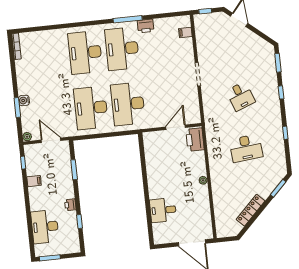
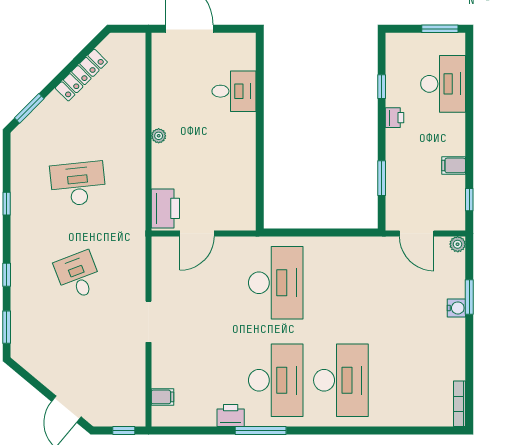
desk: (91, 108) -> (341, 283), removed

